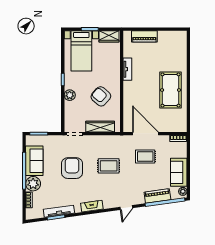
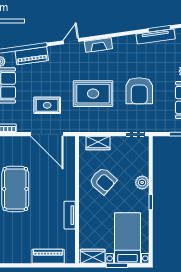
wardrobe: (100, 127) -> (98, 143), width x0.67
rug: (109, 166) -> (93, 94), width x1.36, depth x1.43
fireplace: (92, 206) -> (98, 45), moved

